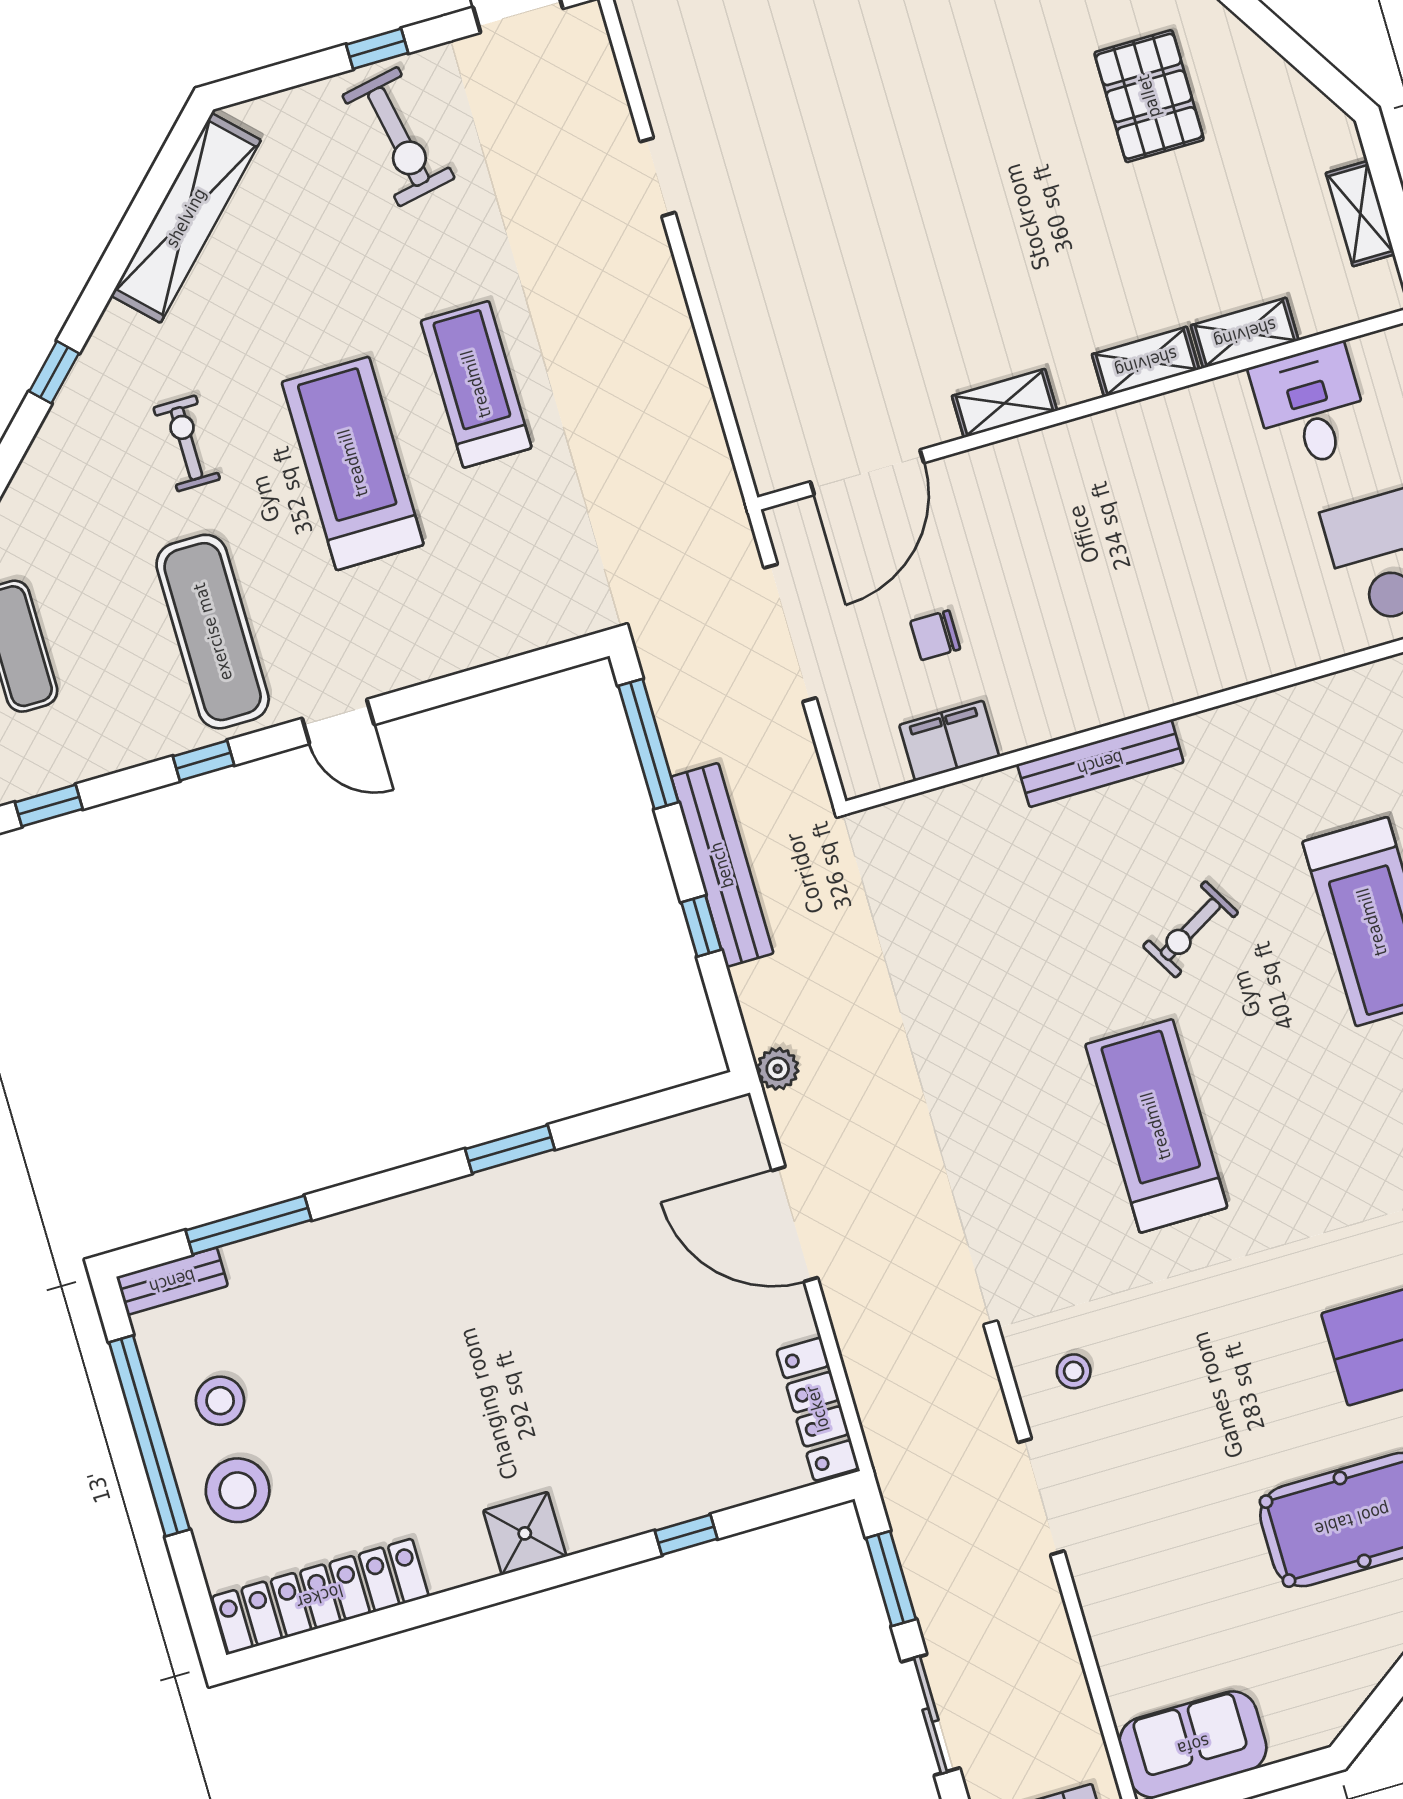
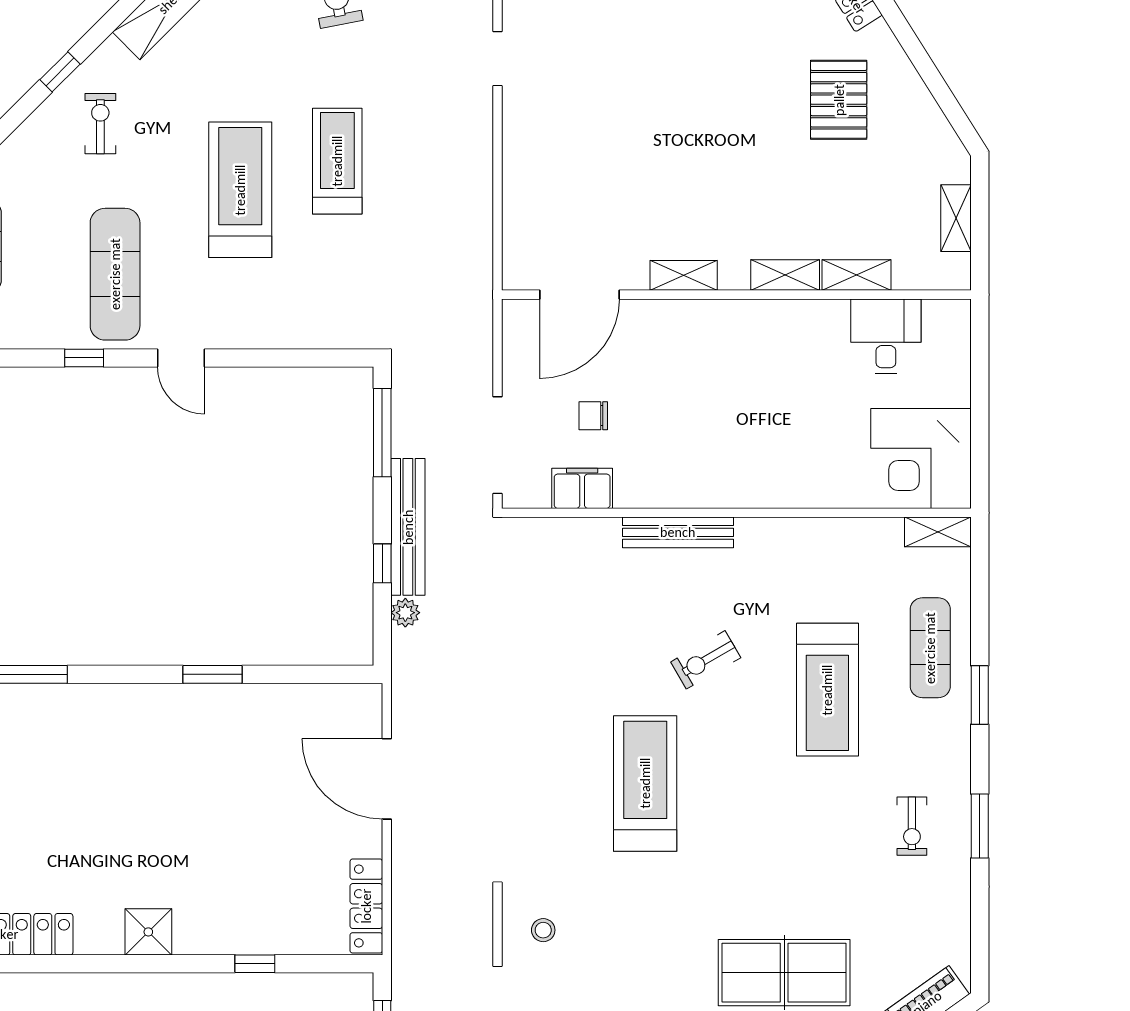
exercise bike: (187, 443) -> (100, 124), moved
doorway: (790, 633) -> (498, 445), moved
plant: (778, 1069) -> (405, 613), moved

